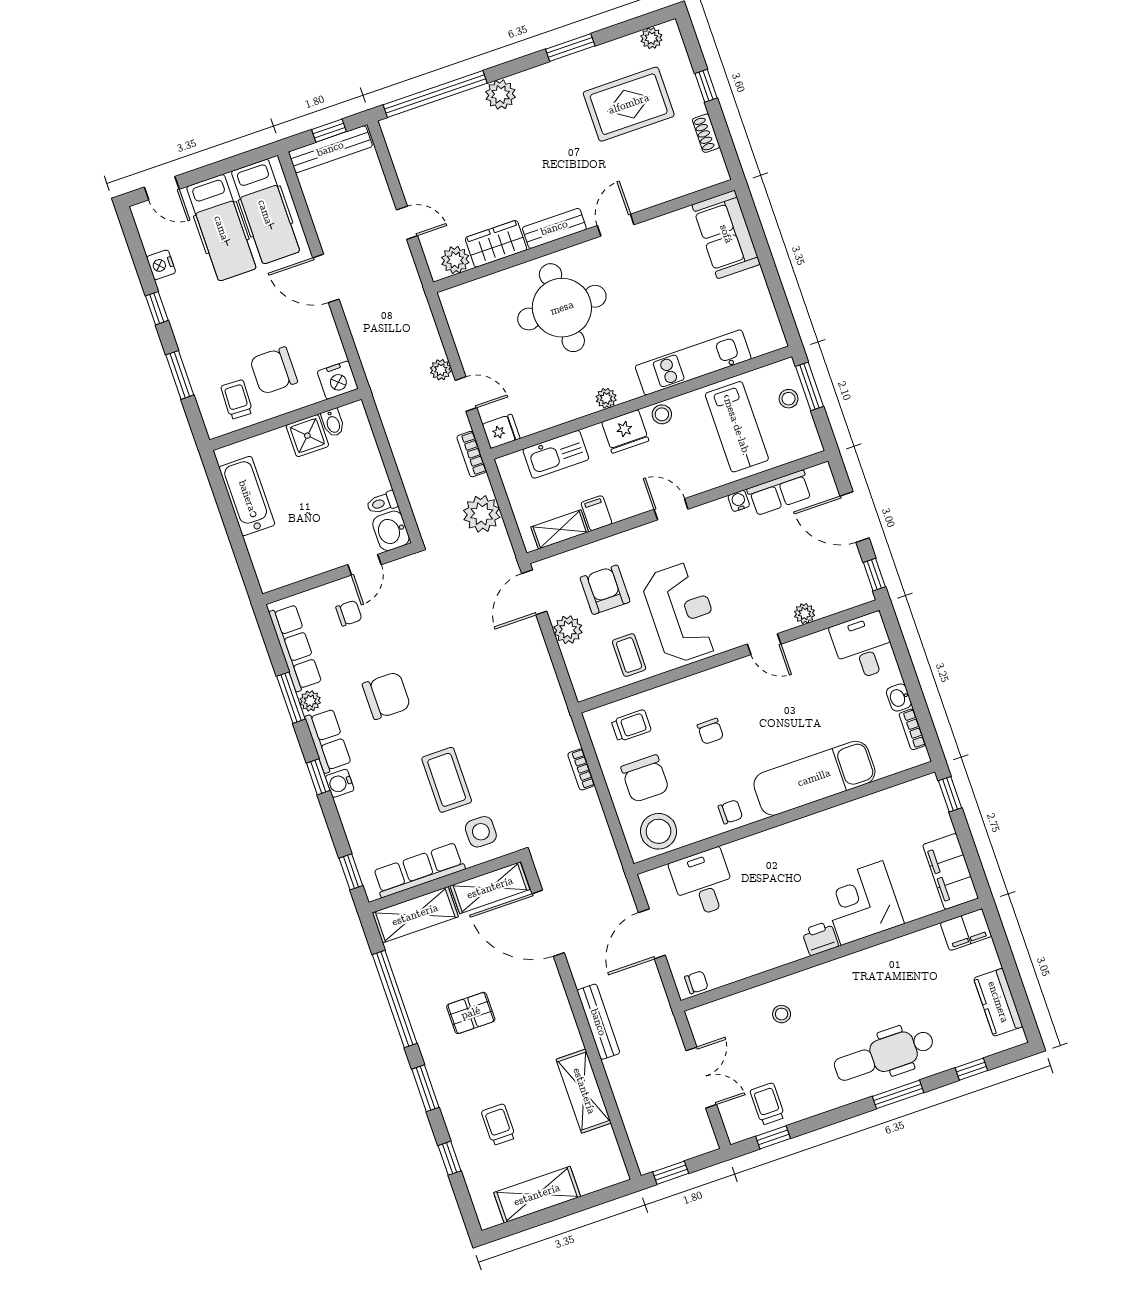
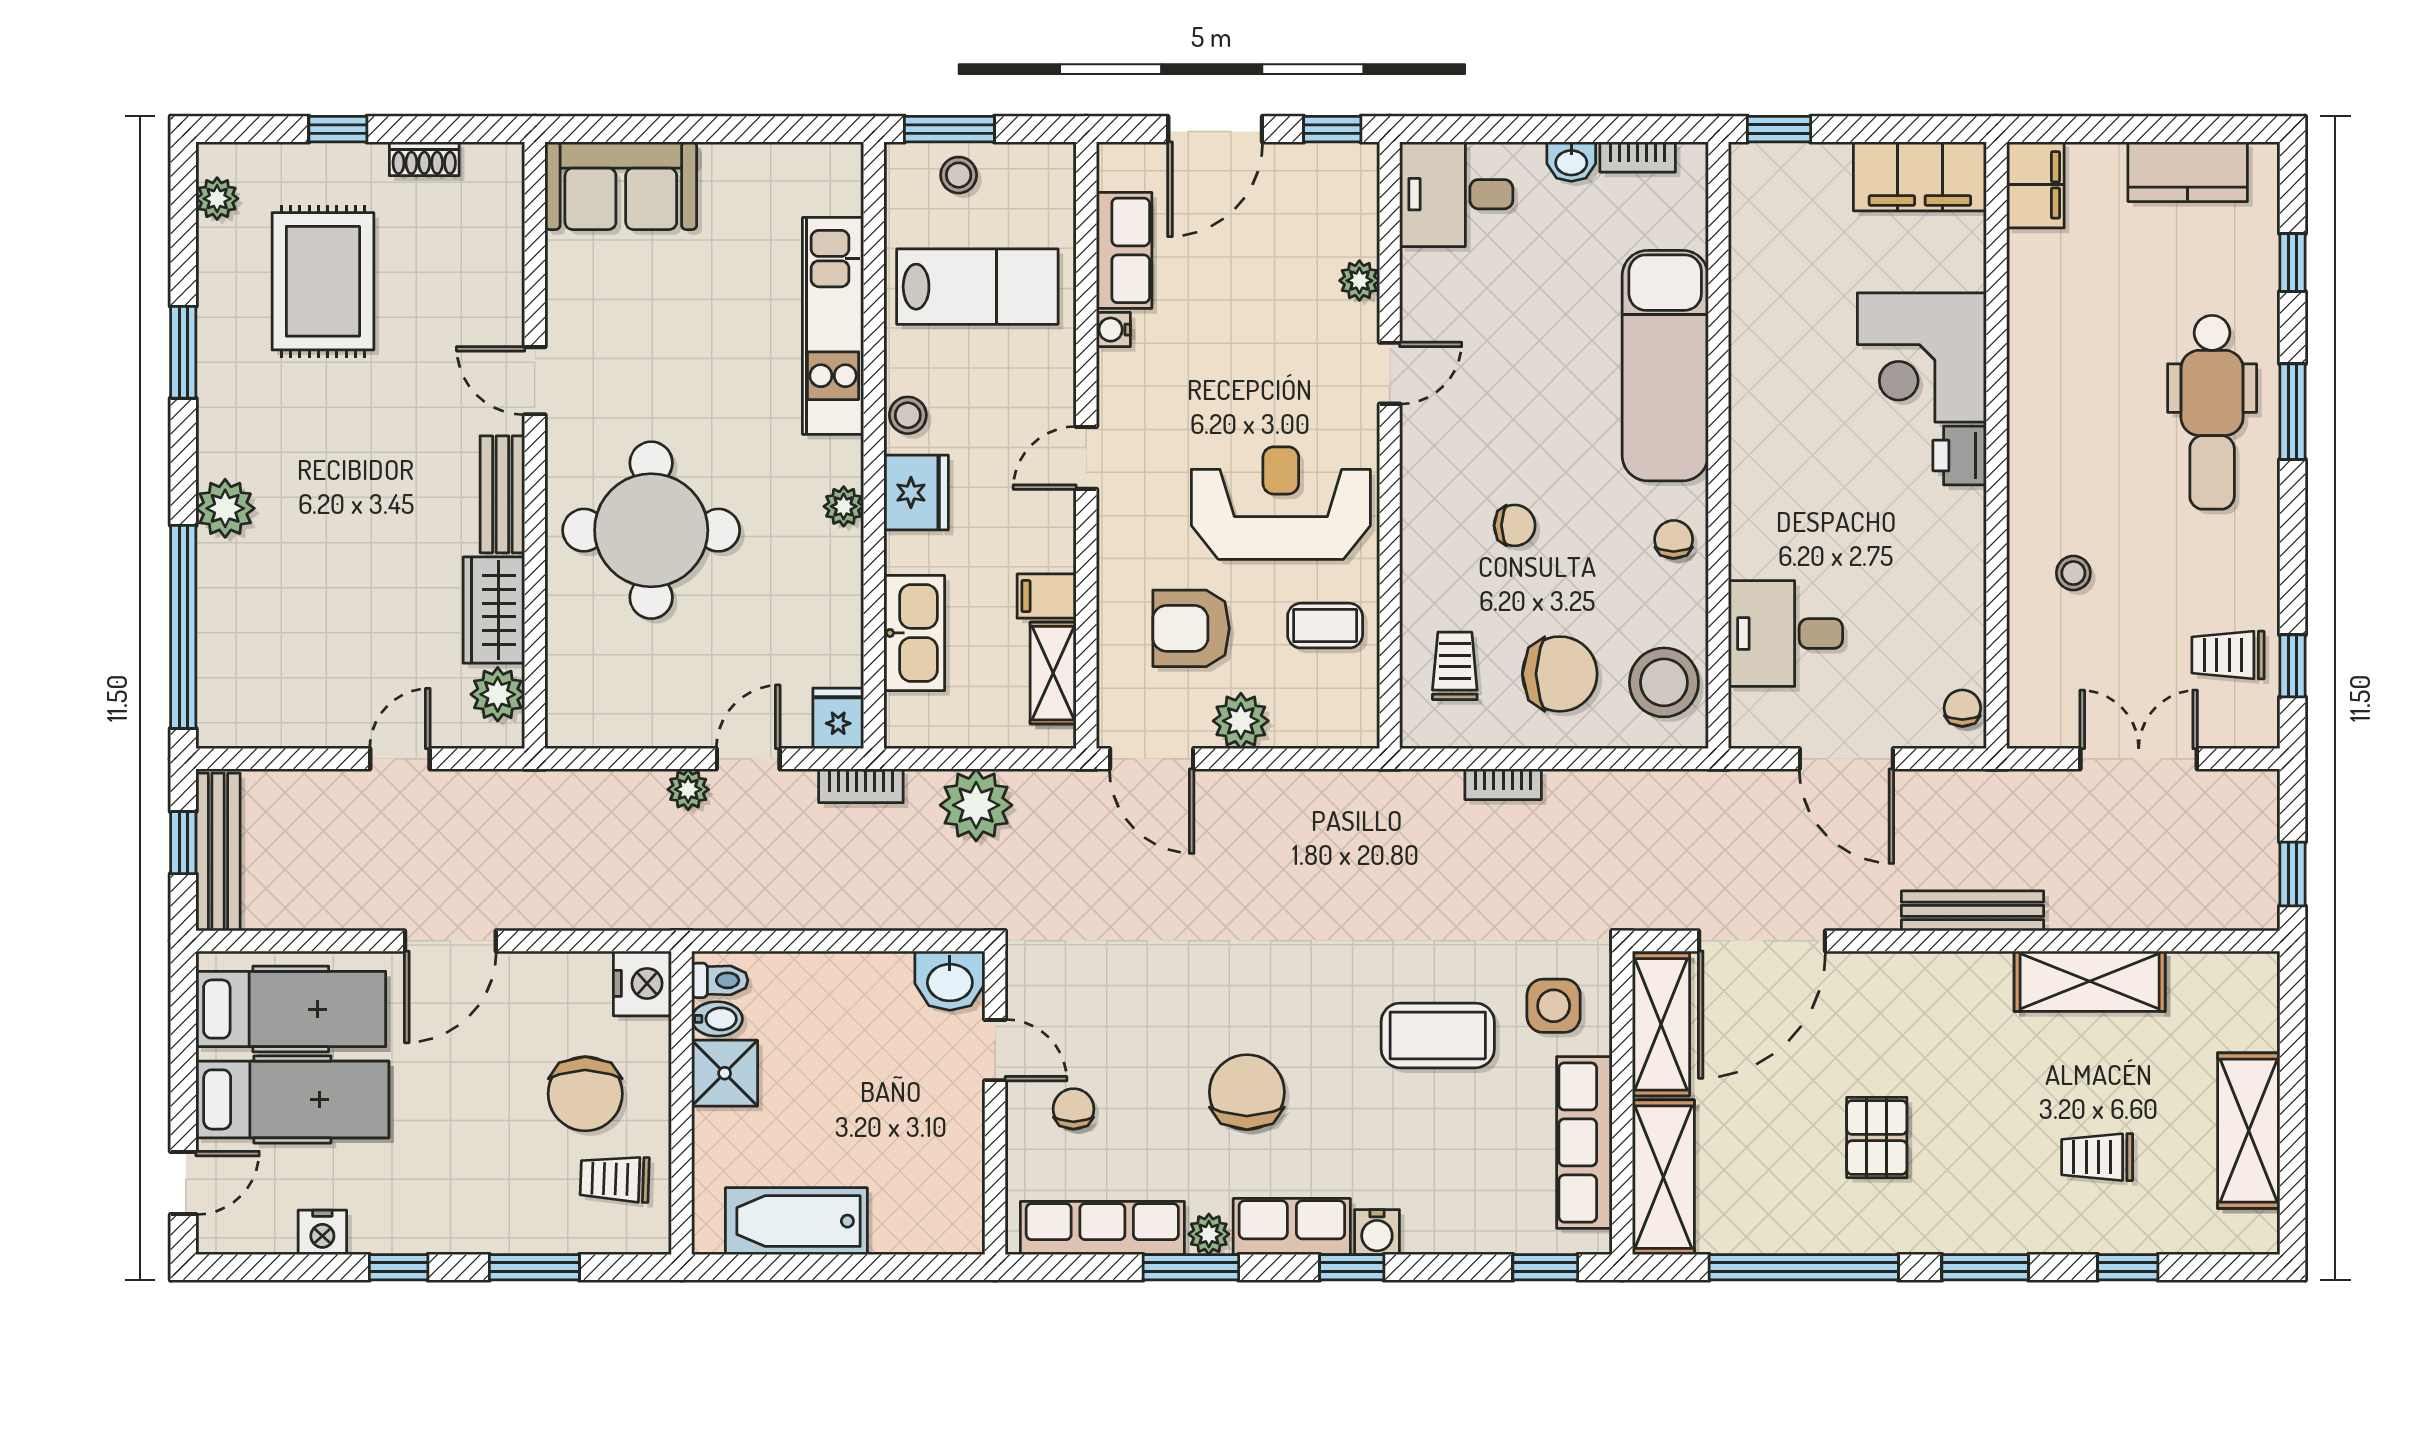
toilet: (382, 503) -> (720, 980), moved, turned -90

